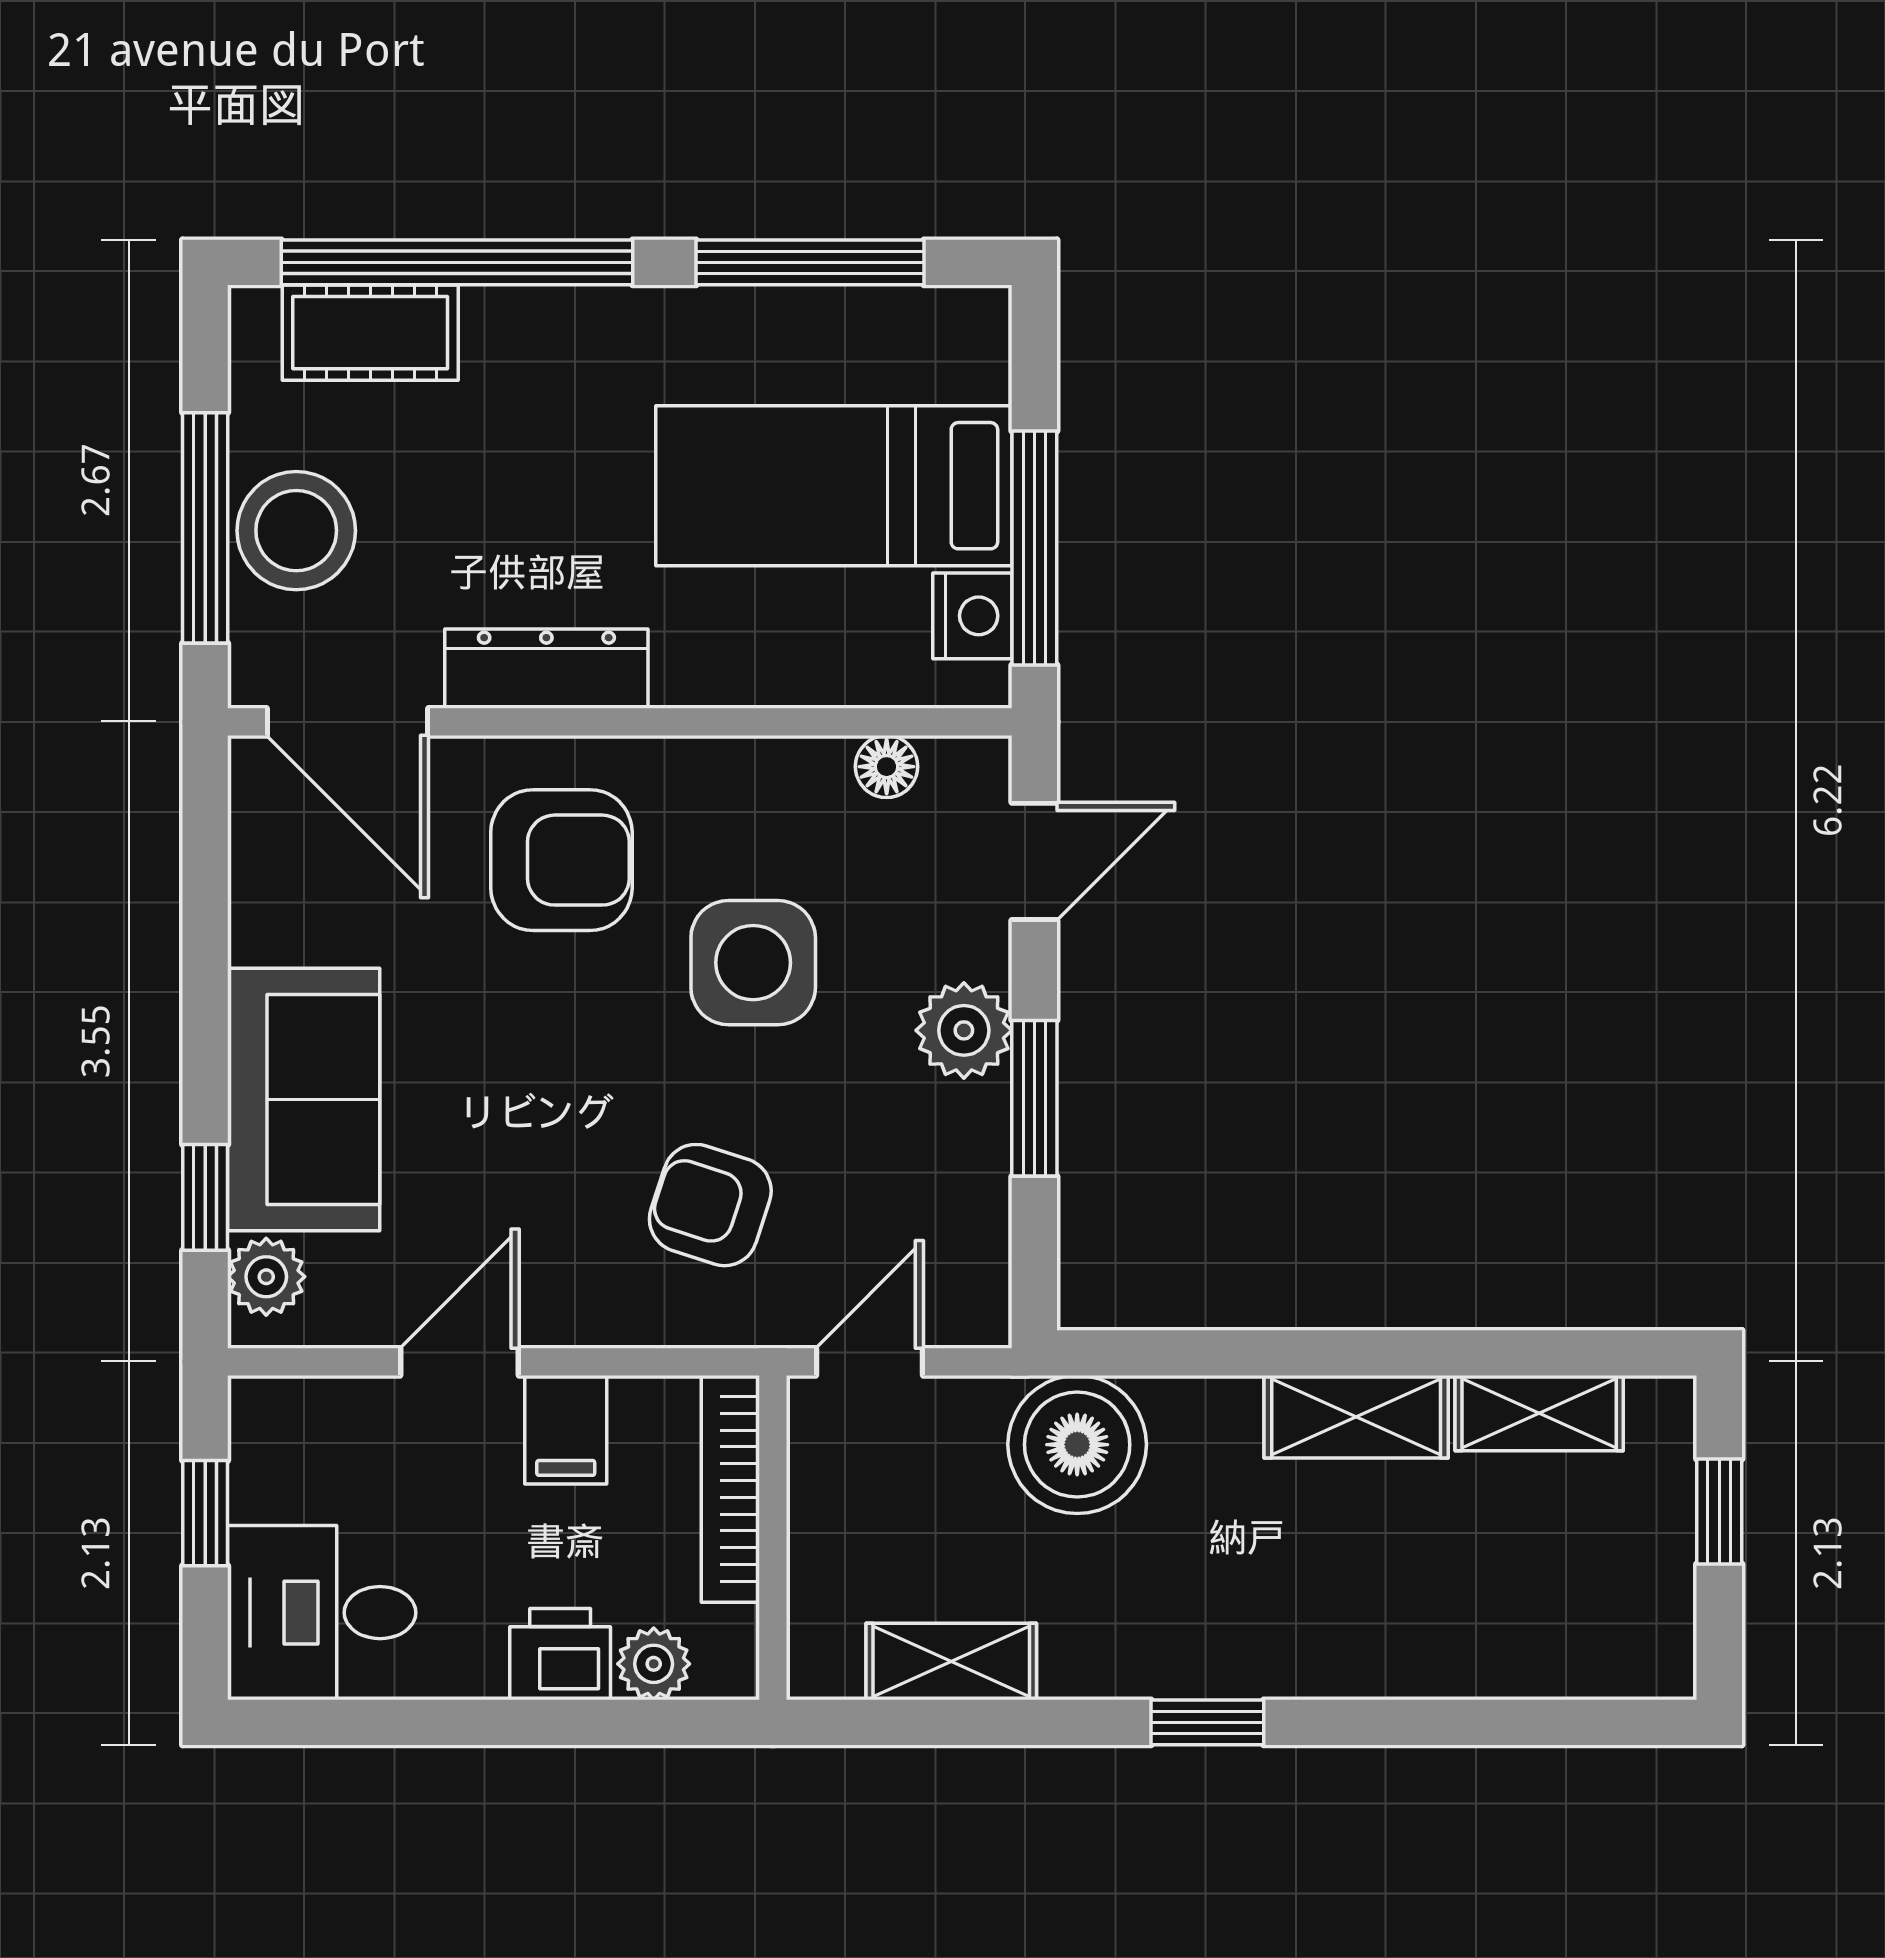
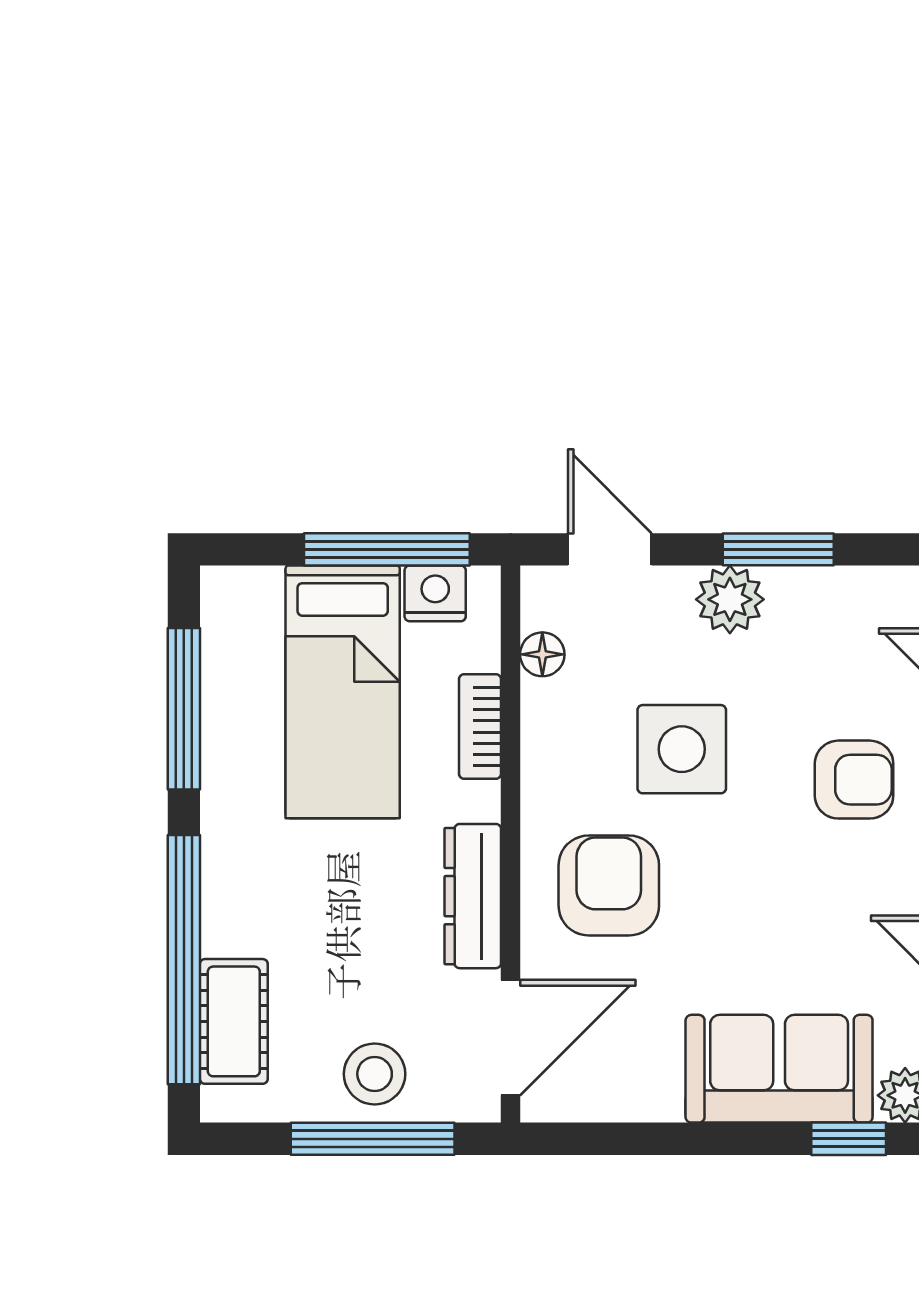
stool: (296, 531) -> (375, 1074), width x0.73, depth x0.73
bookcase: (785, 679) -> (480, 727), added
armchair: (710, 1205) -> (854, 780), turned -108

